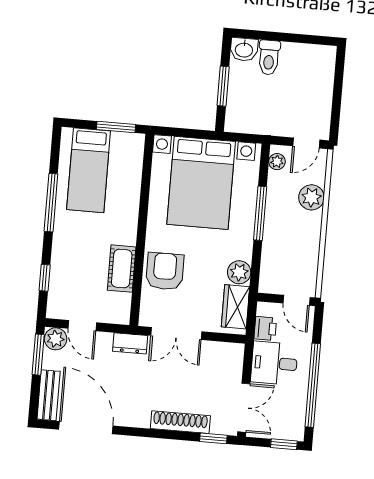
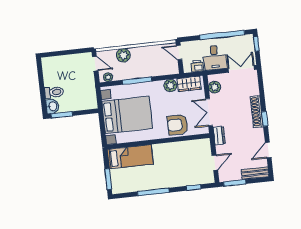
window: (223, 86) -> (62, 115), moved
window: (116, 127) -> (108, 179), moved
bed: (89, 170) -> (130, 157), moved
cot: (122, 269) -> (181, 148), removed
door: (297, 300) -> (179, 52), swing flipped
double door: (176, 333) -> (209, 112), swing flipped
plant: (56, 339) -> (215, 87), moved
shoe rack: (180, 422) -> (257, 112), moved
door: (86, 428) -> (268, 150), width x0.53
window: (213, 438) -> (265, 119), moved

